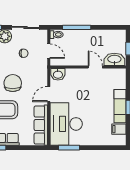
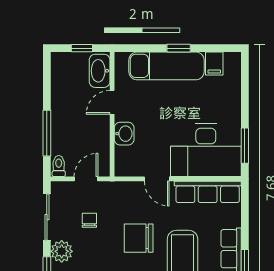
washbasin: (58, 74) -> (124, 134), moved
exam couch: (120, 106) -> (166, 66), width x1.36, depth x1.45

